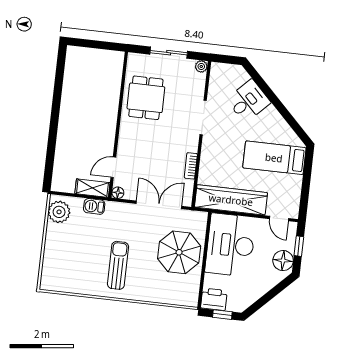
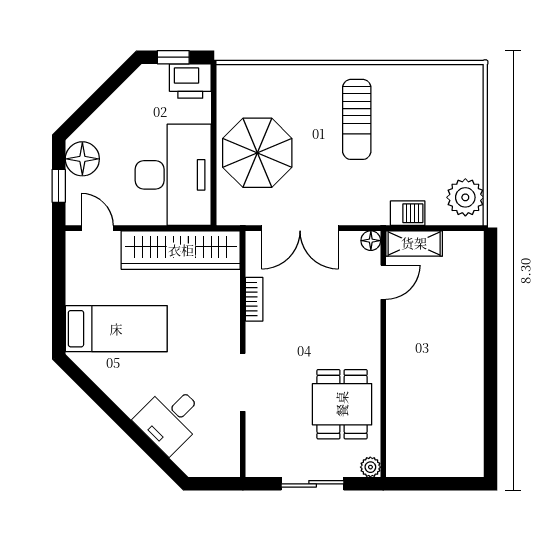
plant: (201, 66) -> (370, 467), moved

